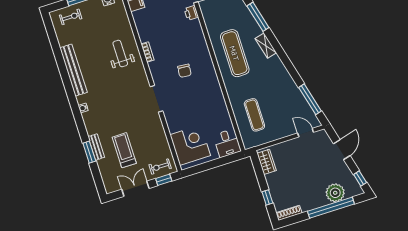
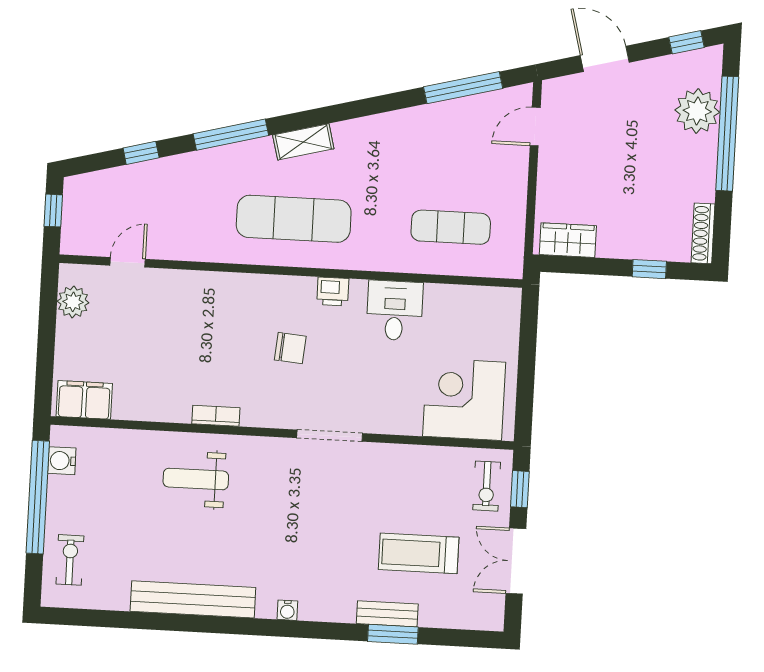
printer: (191, 13) -> (333, 292), moved
desk: (227, 143) -> (395, 310), moved, turned -90

